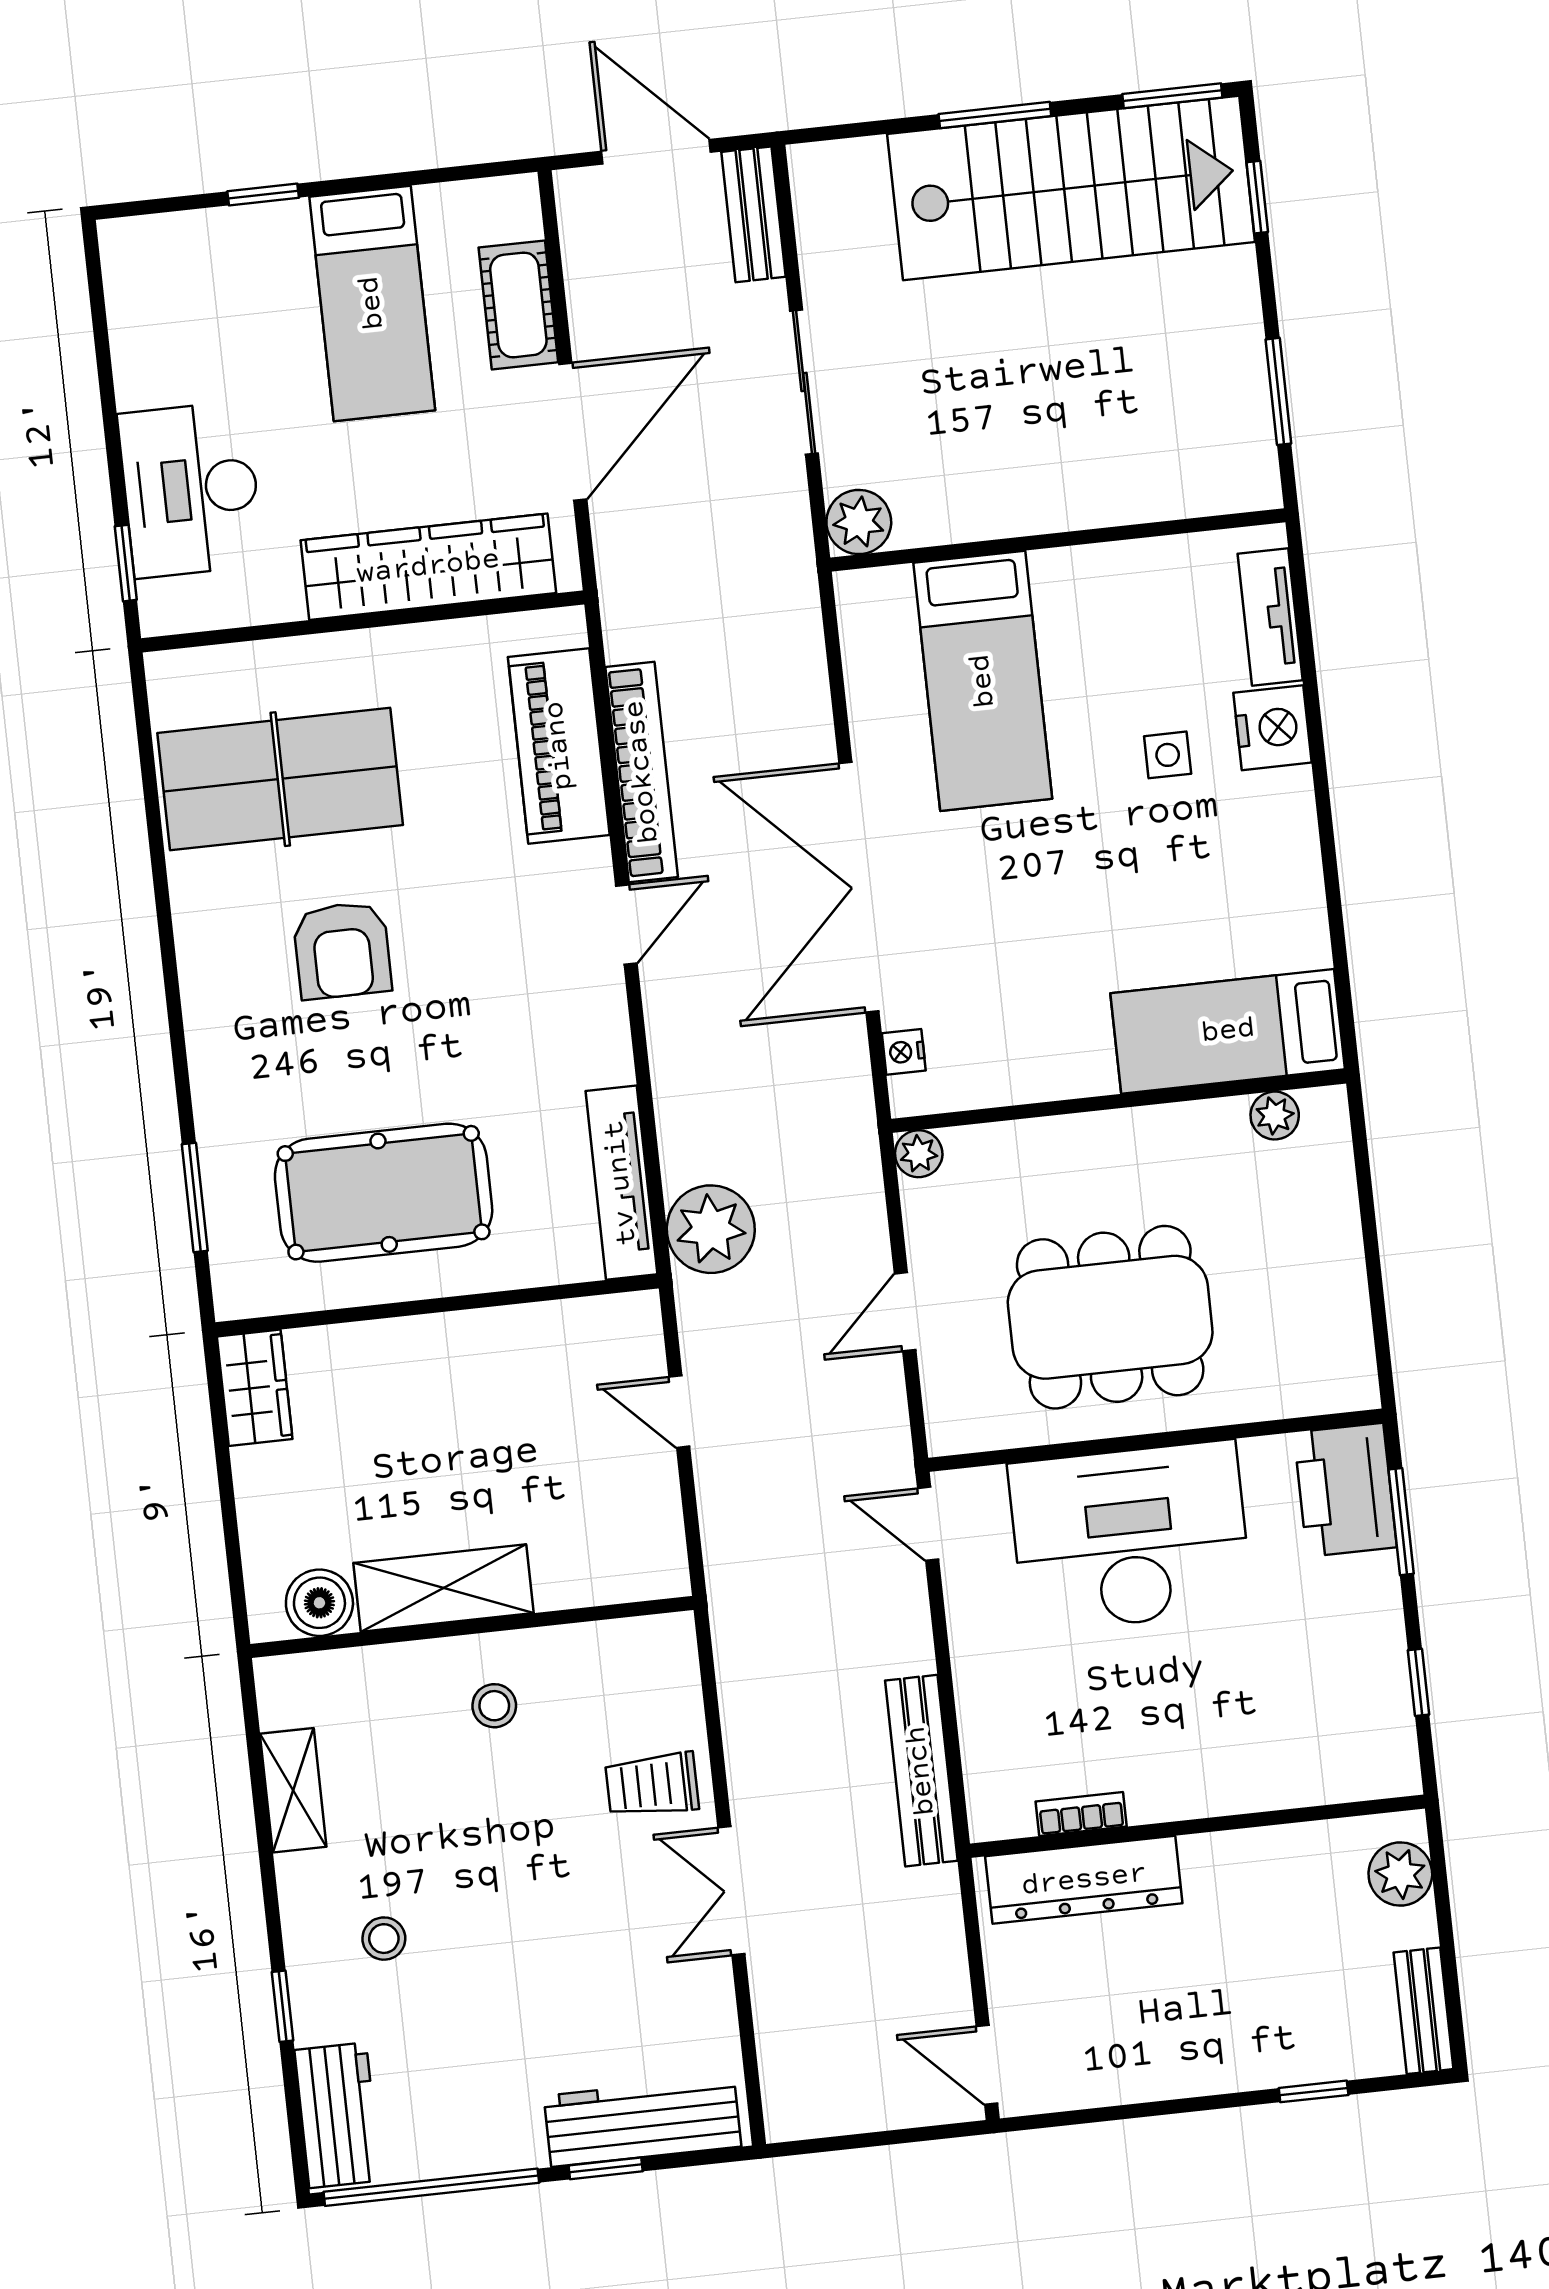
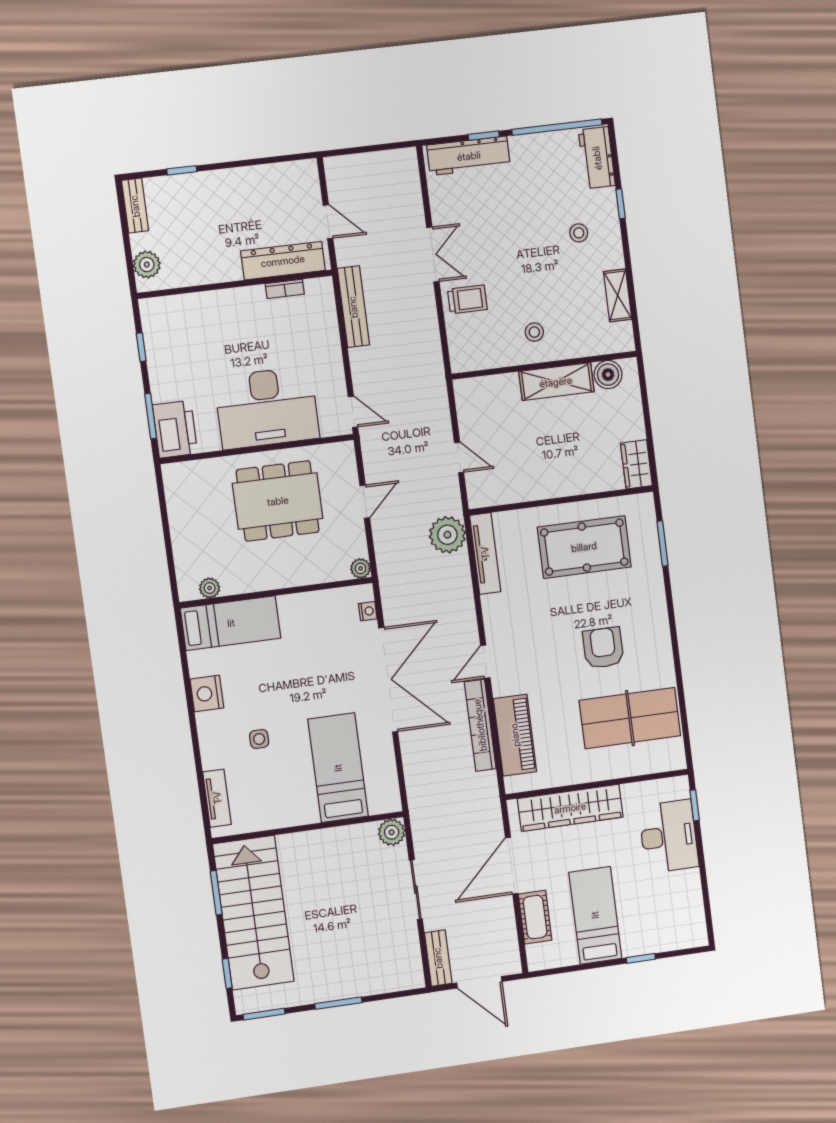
stairs: (1071, 188) -> (253, 913), moved, turned 90
nightstand: (1272, 728) -> (207, 694), moved
door: (987, 2065) -> (328, 222), moved

